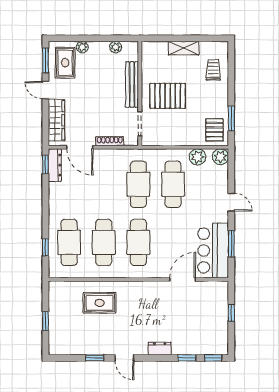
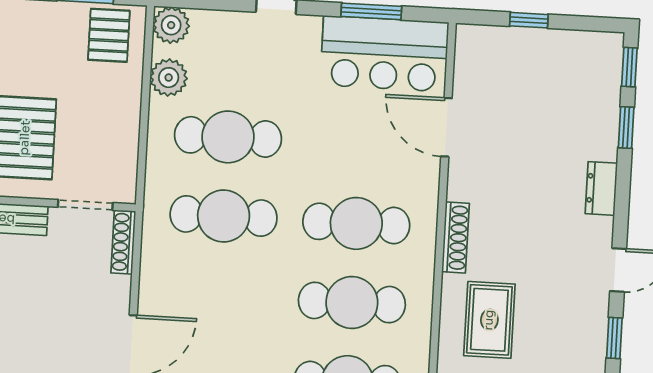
pallet: (214, 130) -> (109, 35), turned 90
shoe rack: (110, 141) -> (123, 242), moved
shoe rack: (135, 286) -> (456, 237), added

